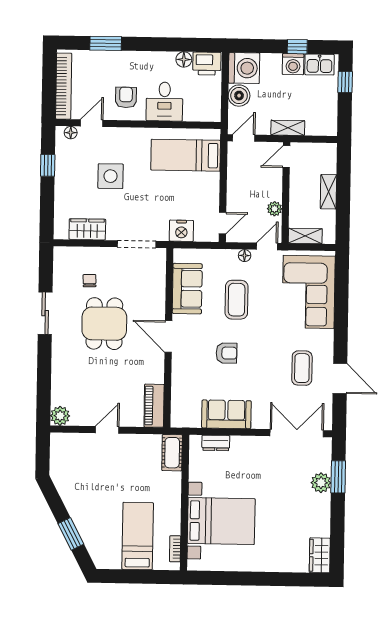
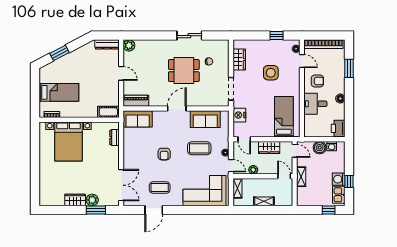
floor lamp: (184, 59) -> (340, 99), moved
washing machine: (244, 68) -> (332, 146), width x0.53, depth x0.53
wardrobe: (237, 181) -> (269, 147), added
armchair: (226, 353) -> (164, 154), moved
sofa: (226, 414) -> (138, 119), moved, turned 90
dresser: (58, 453) -> (107, 44), added
wardrobe: (320, 555) -> (75, 200), moved

